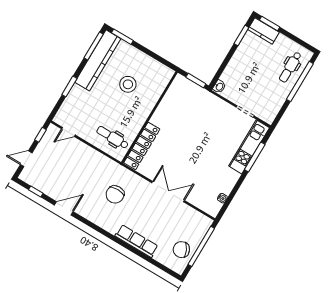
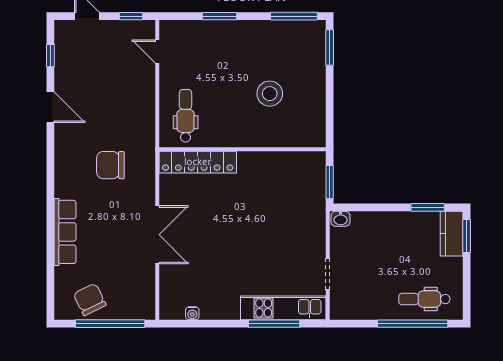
kitchen counter: (98, 60) -> (278, 33), removed

